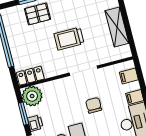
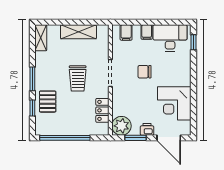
locker: (30, 76) -> (102, 110), moved

